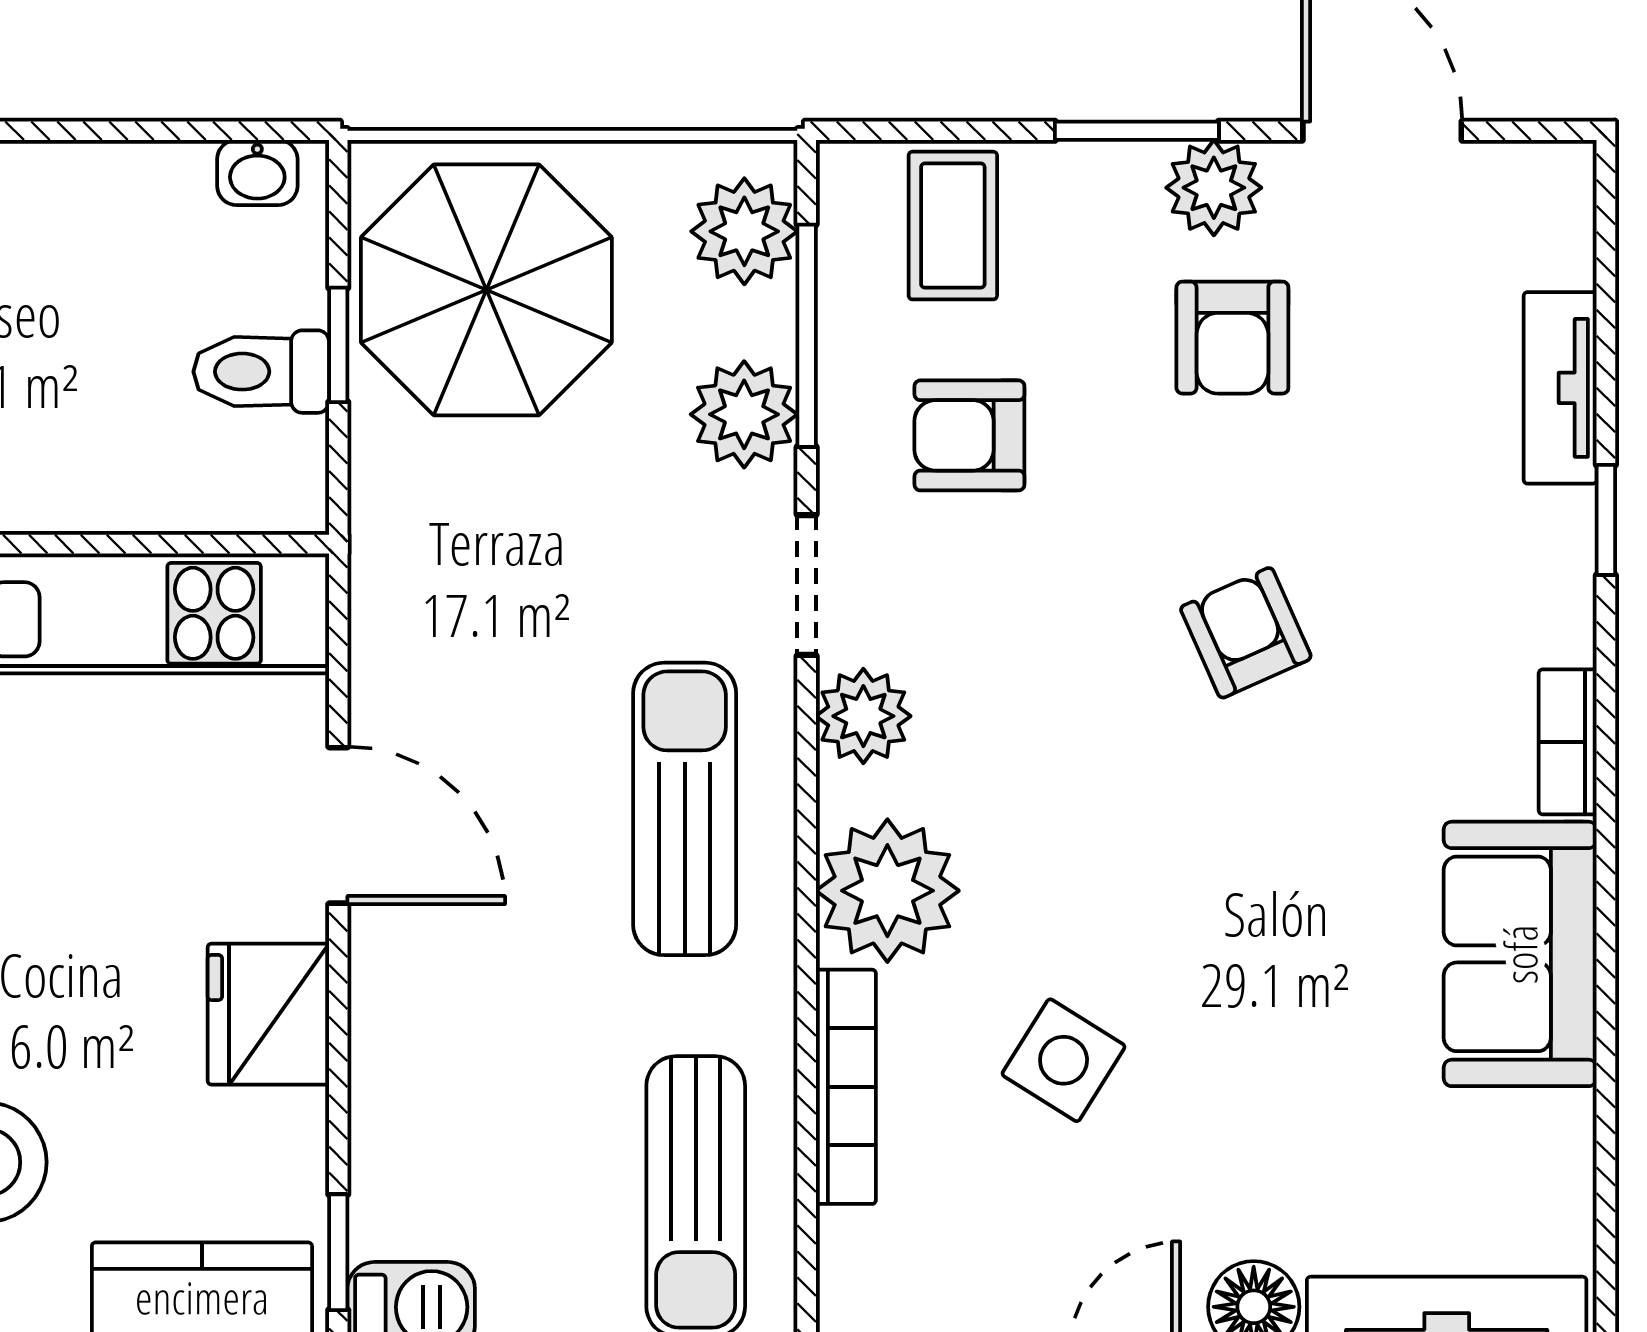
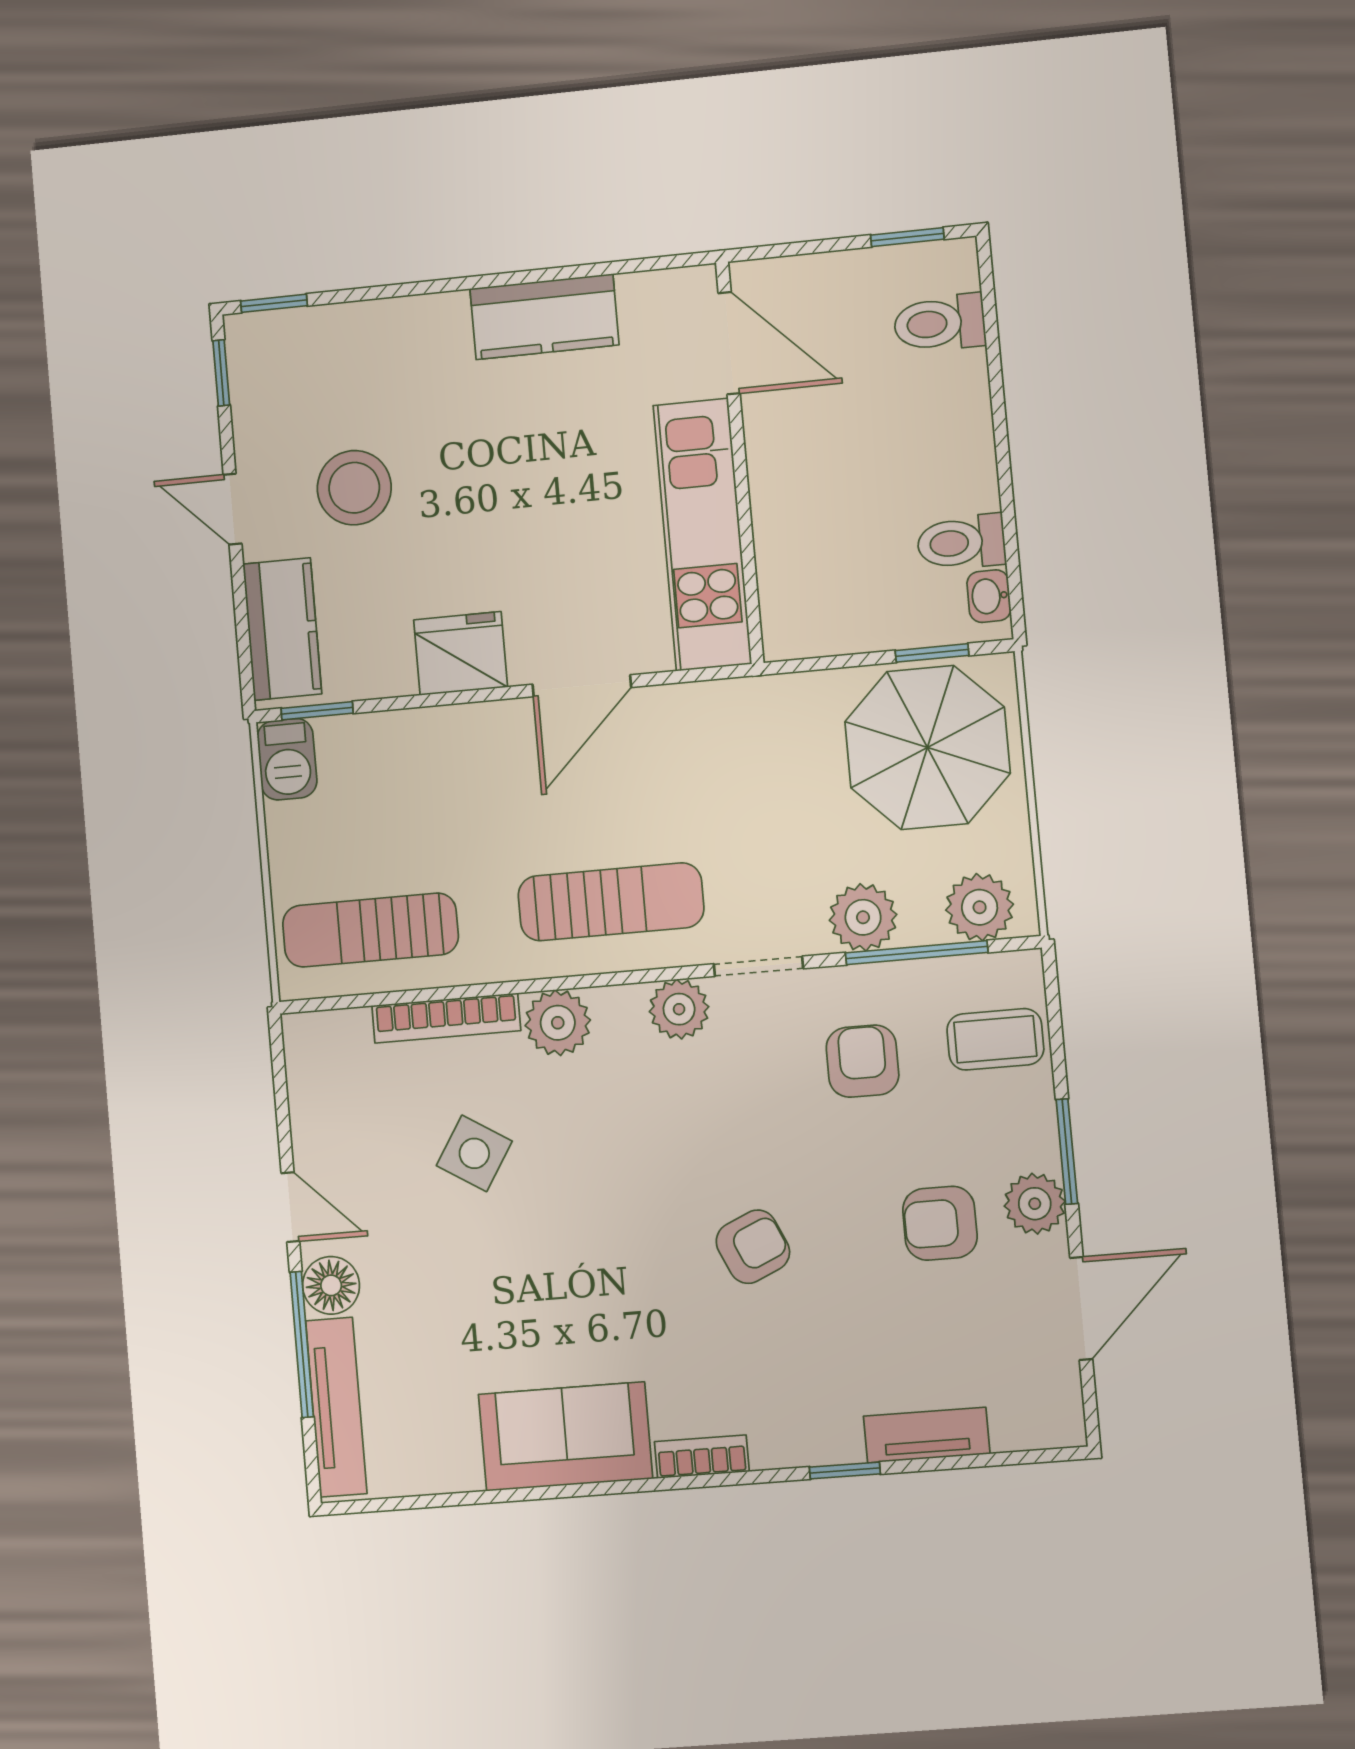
window: (338, 345) -> (932, 653), moved
toilet: (261, 372) -> (961, 542), moved, turned -90
plant: (887, 891) -> (558, 1023), width x0.73, depth x0.73

